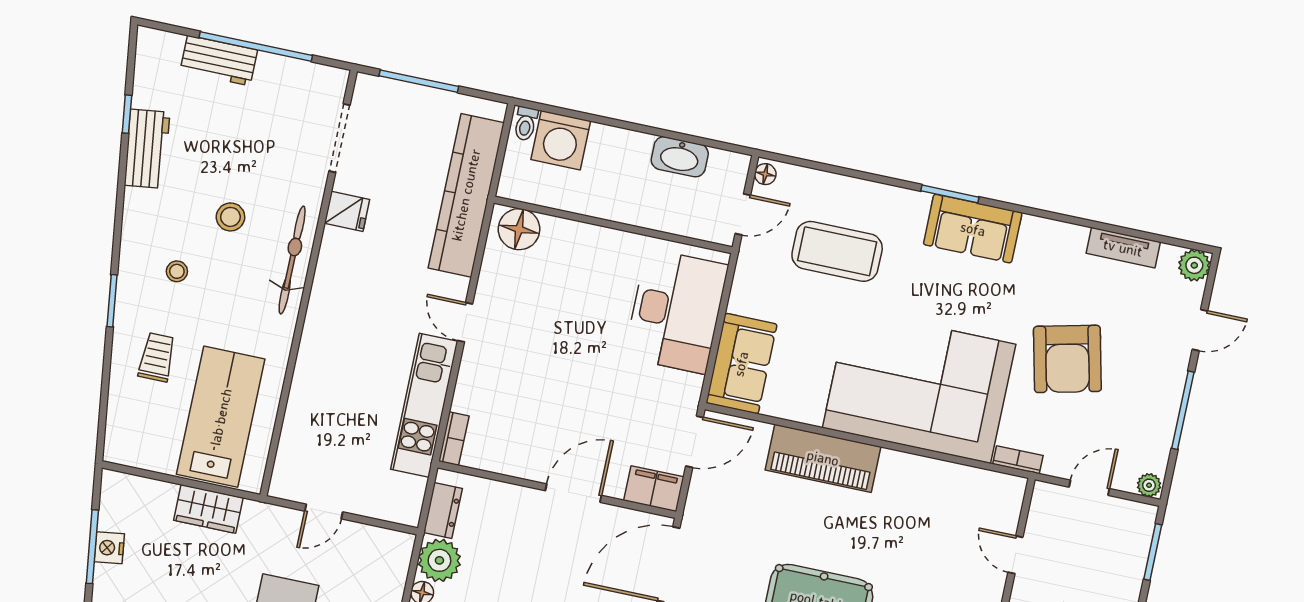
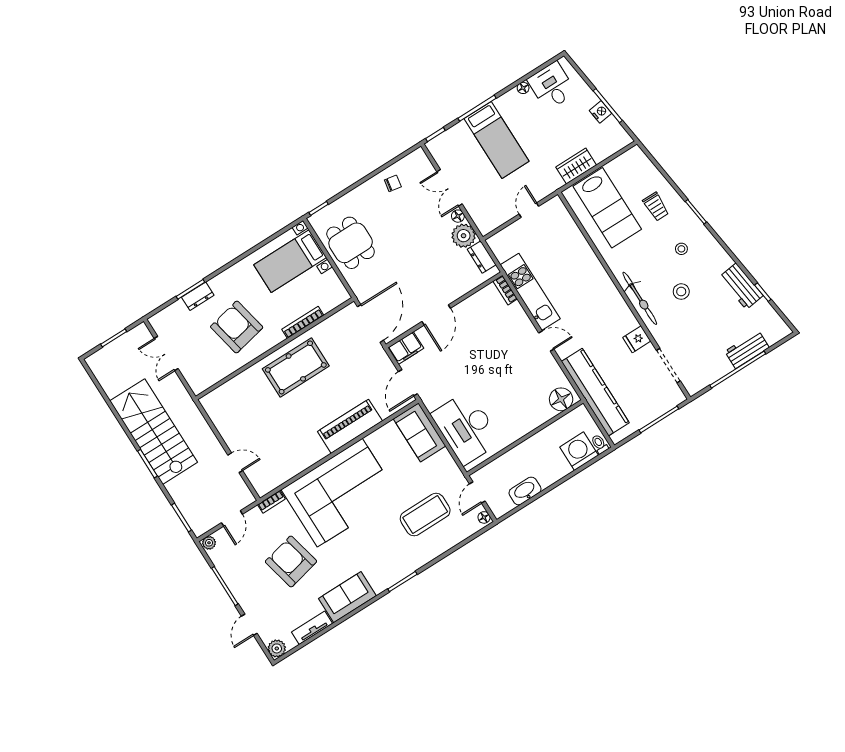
sofa: (973, 229) -> (347, 597), moved

